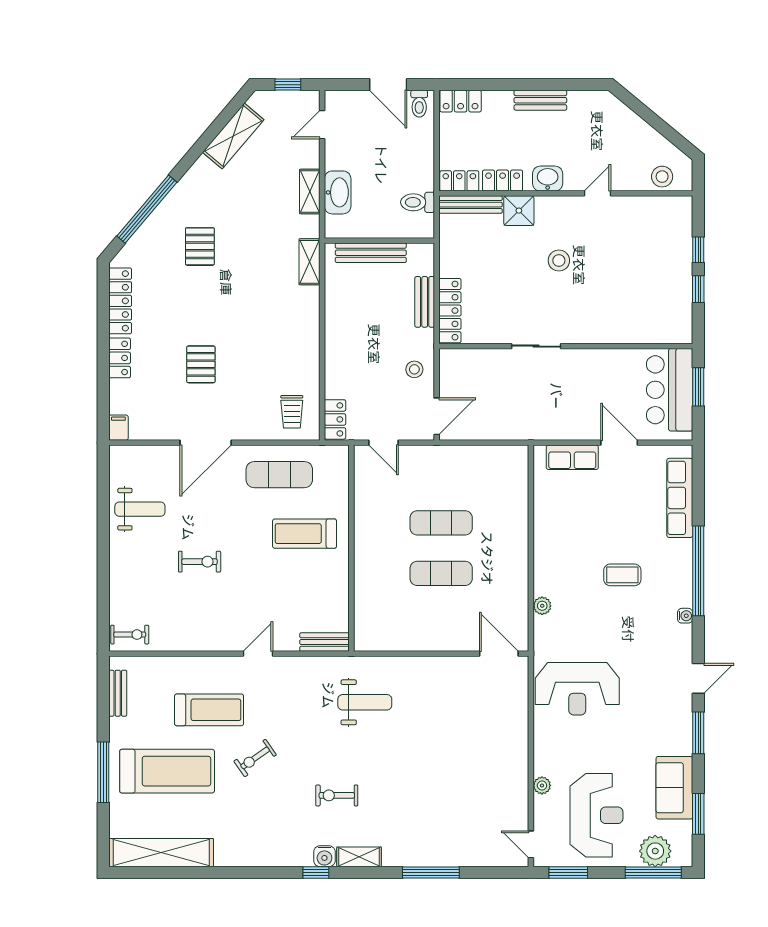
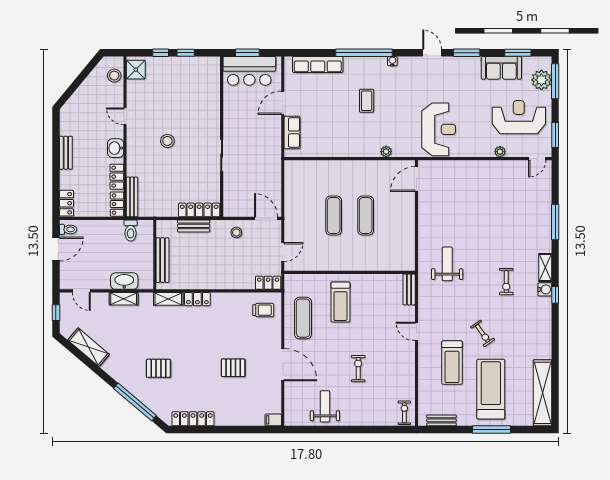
shower: (519, 211) -> (136, 70), moved
locker: (120, 358) -> (197, 299), moved, turned 180
treadmill: (209, 710) -> (452, 363), turned 180

